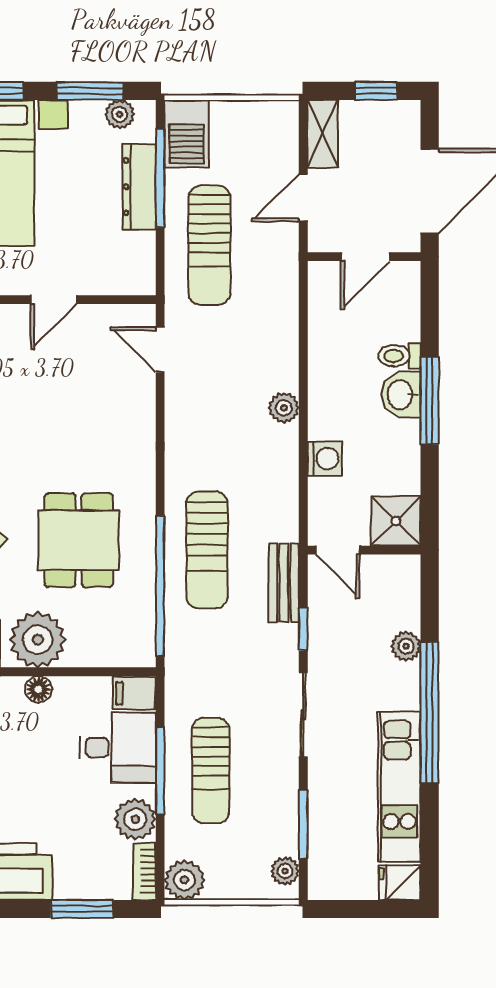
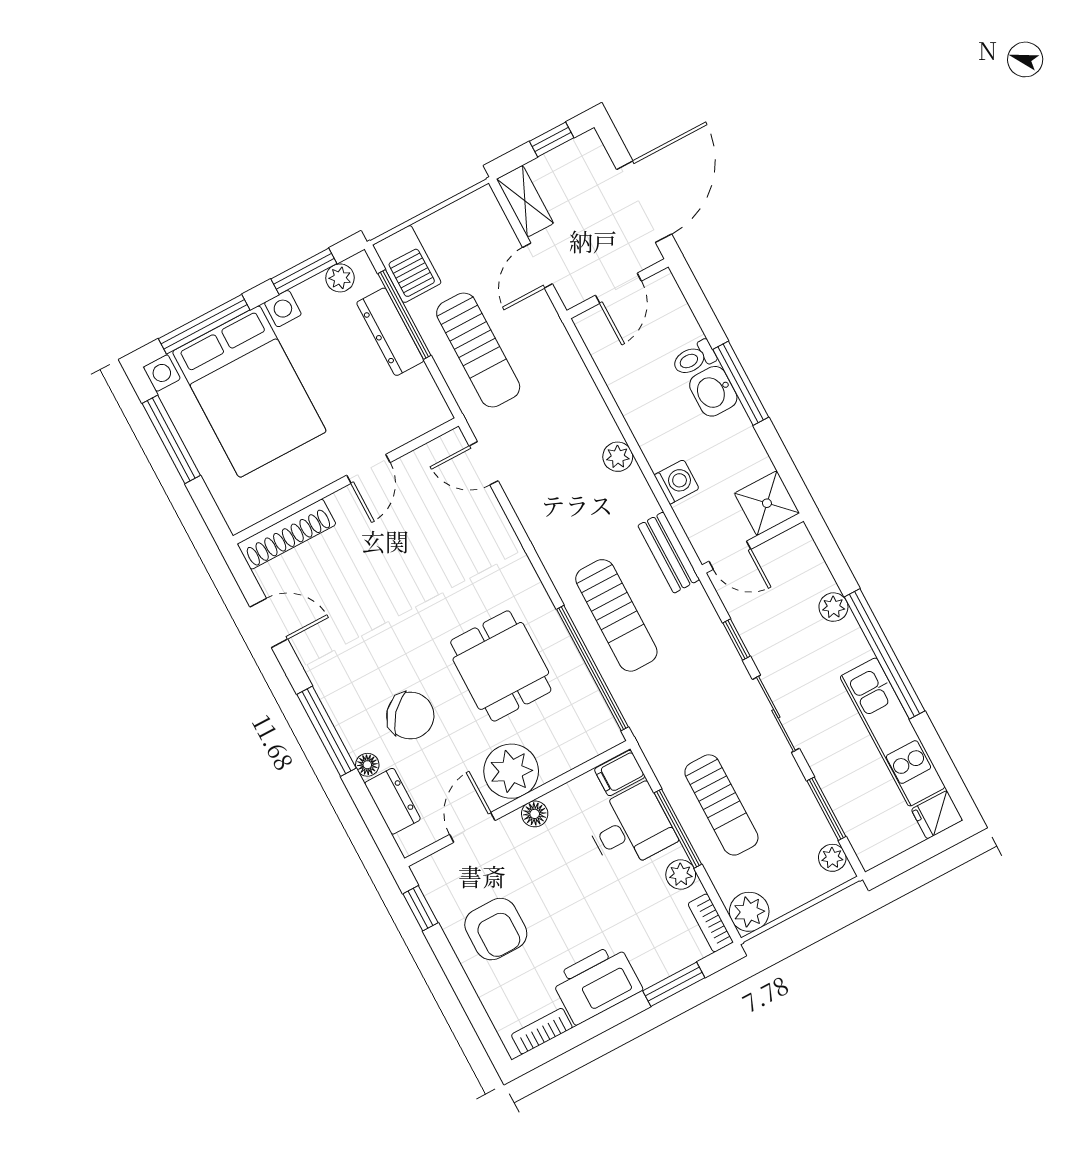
bench: (284, 583) -> (669, 553), moved
plant: (135, 819) -> (681, 874), width x0.73, depth x0.73

